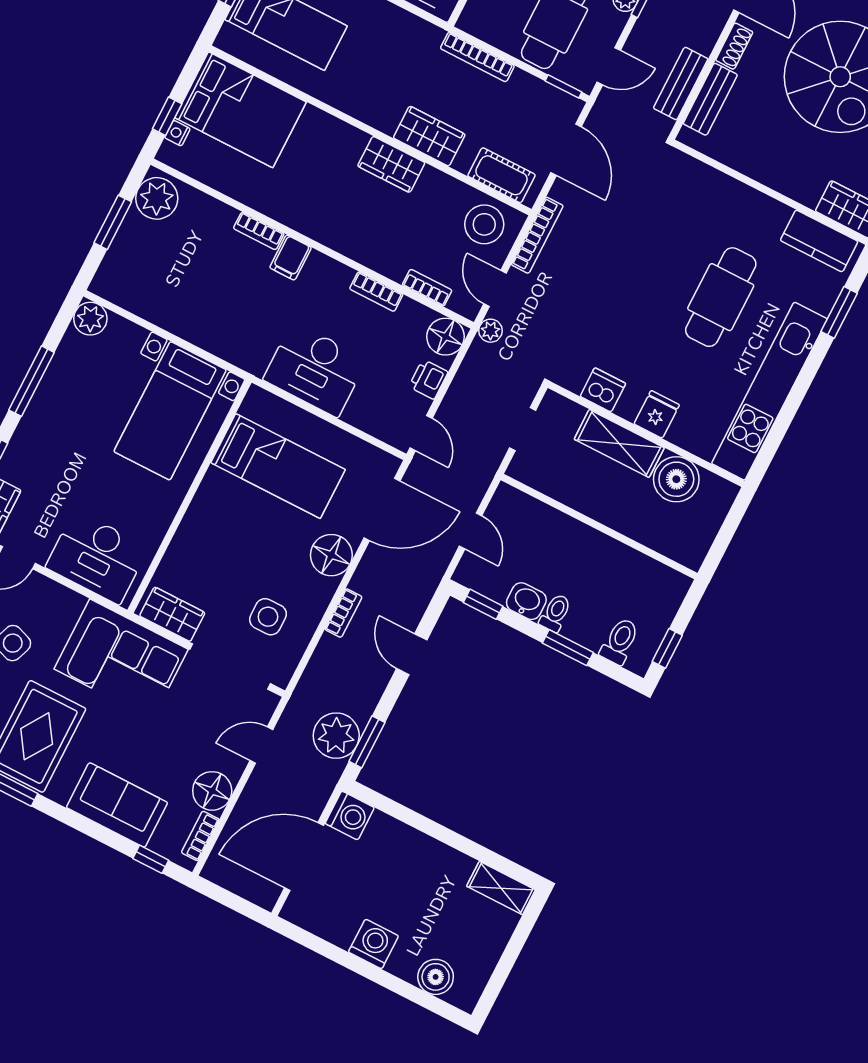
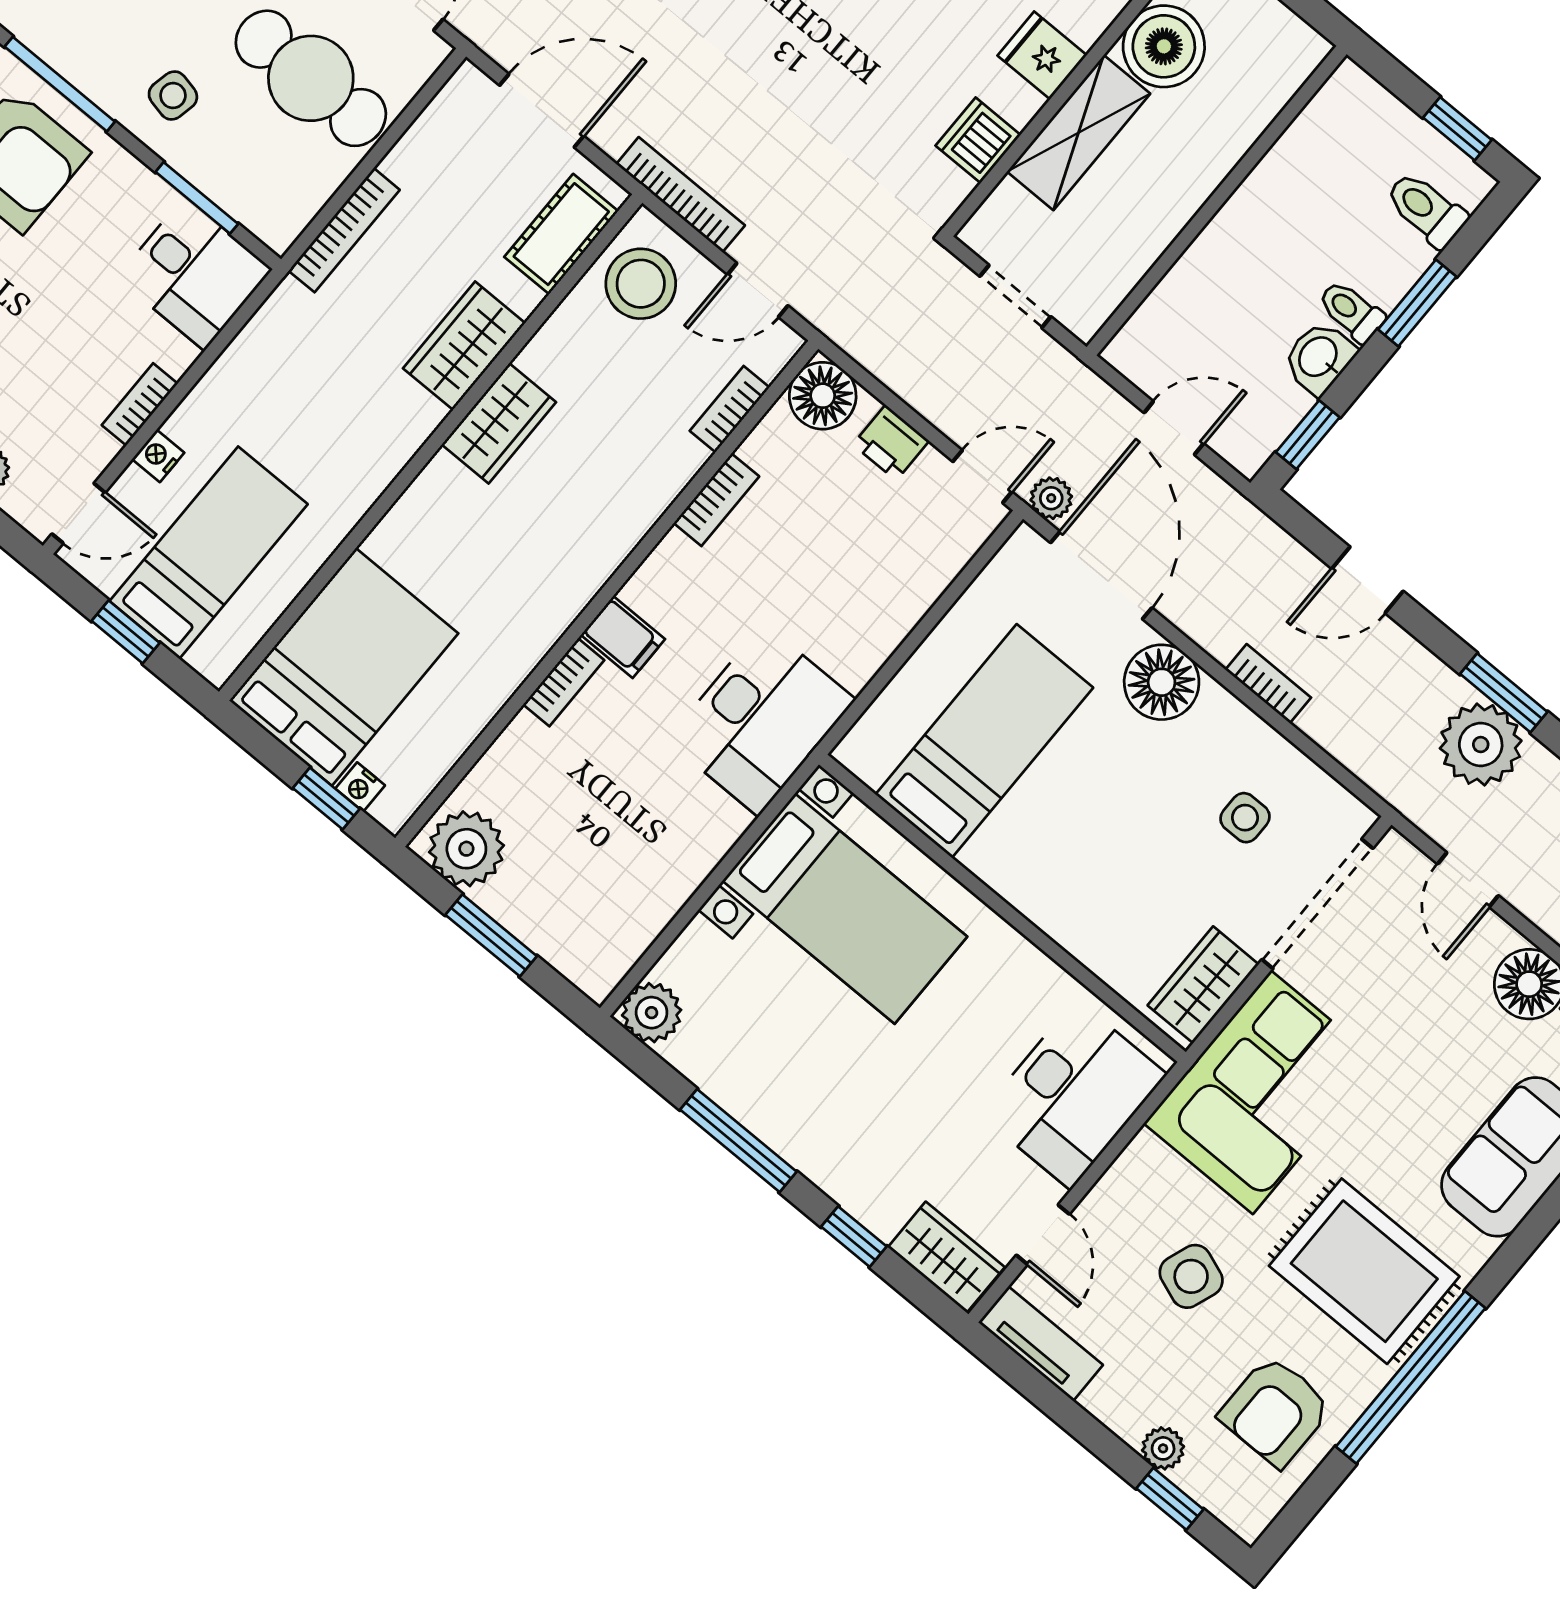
window: (563, 86) -> (430, 90), removed
plant: (490, 331) -> (1051, 498), moved
desk: (315, 369) -> (761, 720), moved
side table: (268, 617) -> (1245, 818), width x0.73, depth x0.73

